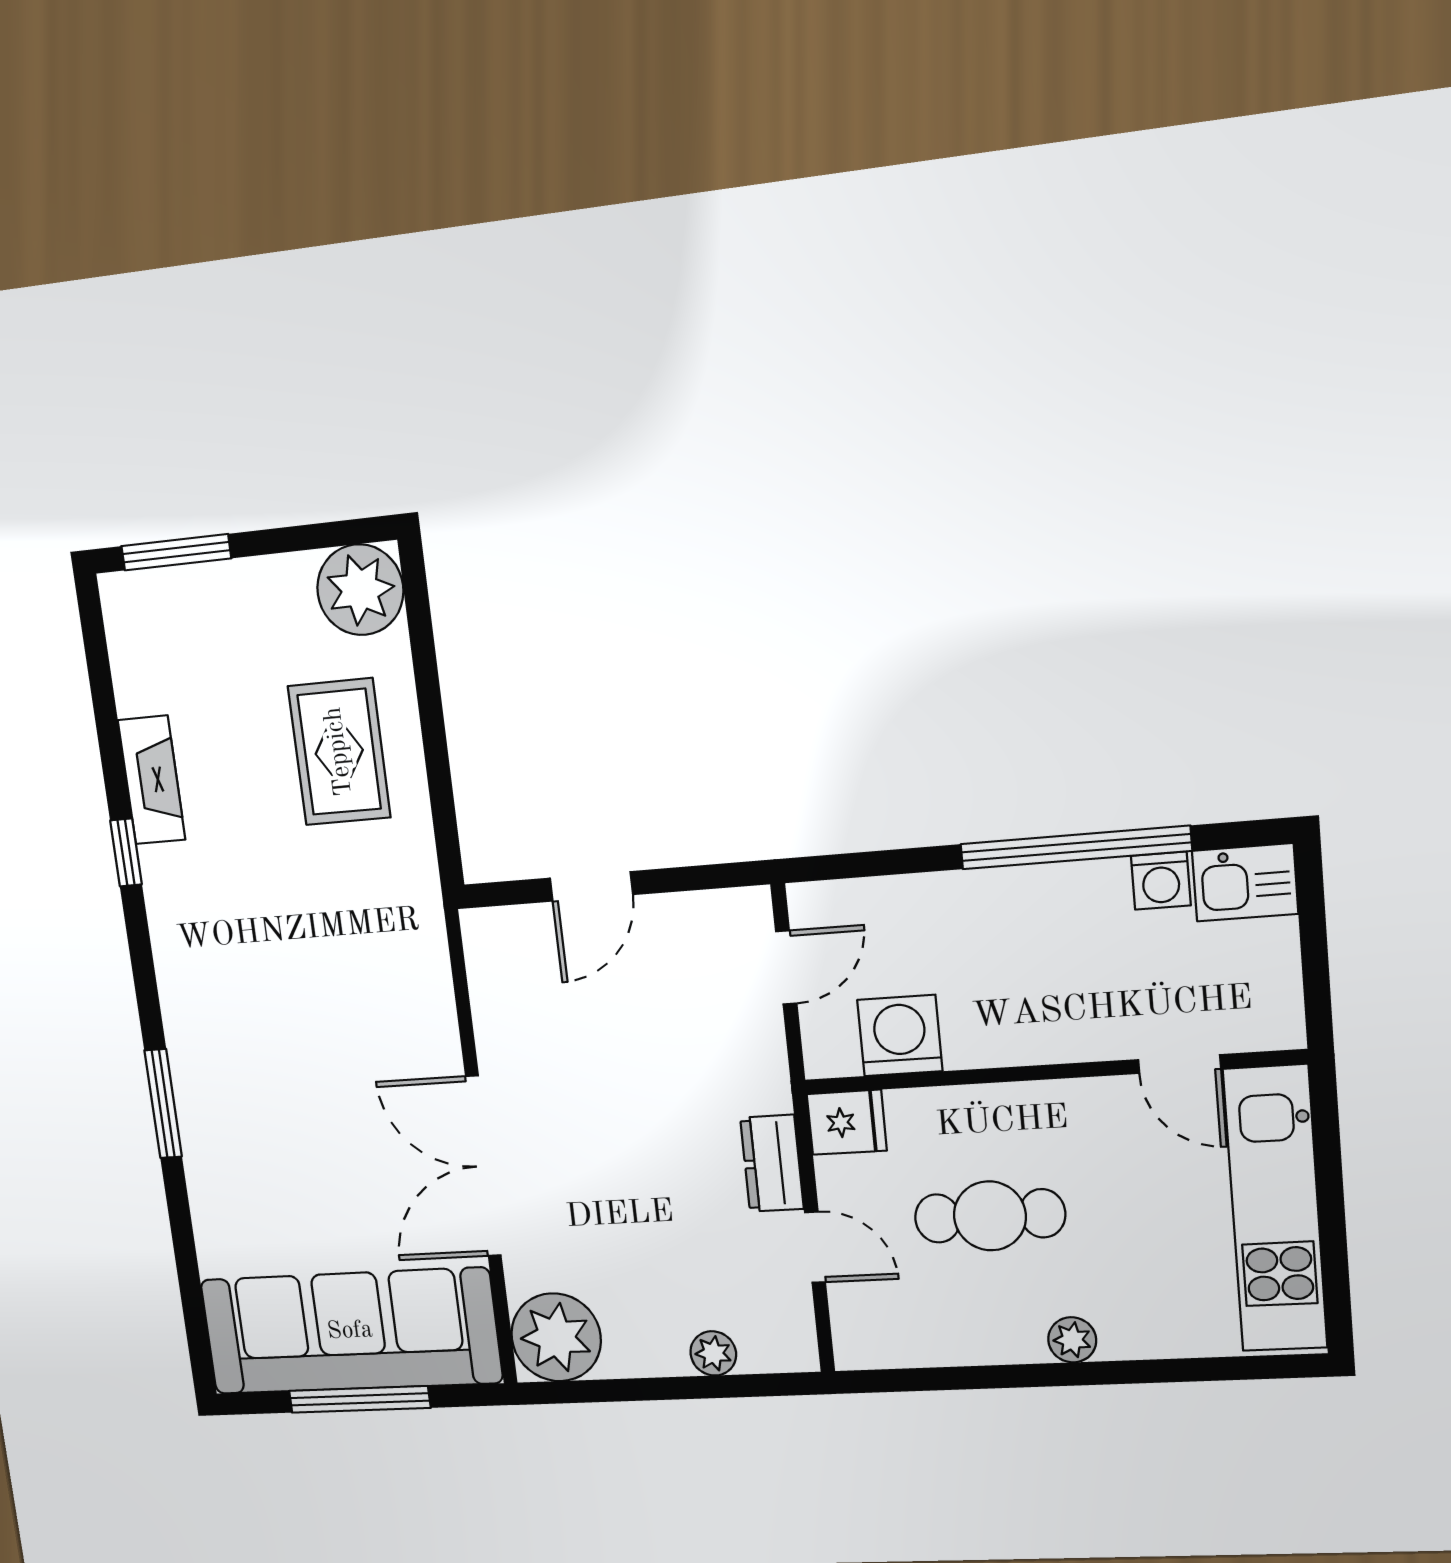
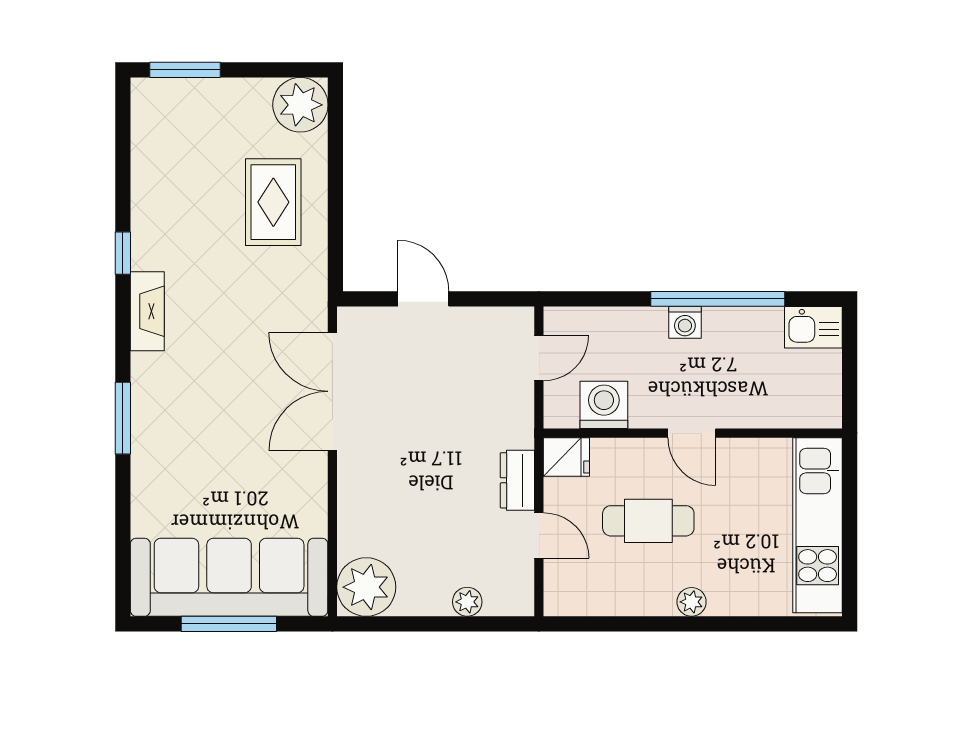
fireplace: (152, 780) -> (147, 311), moved
washing machine: (1161, 881) -> (685, 322), moved
door: (591, 886) -> (423, 299), swing flipped
door: (1179, 1064) -> (692, 433), moved
double door: (483, 1166) -> (332, 391), moved

